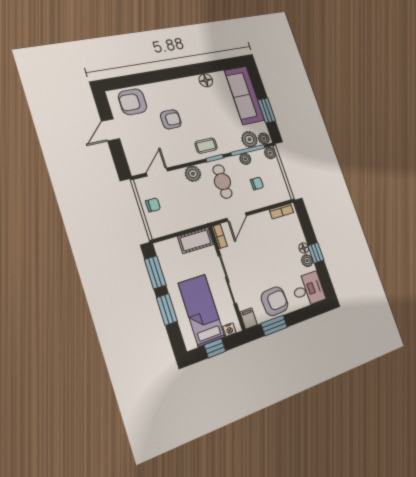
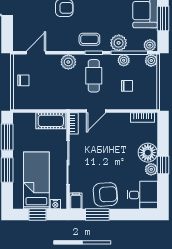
plant: (249, 139) -> (119, 43), moved
floor lamp: (304, 248) -> (148, 153), width x1.89, depth x1.89

